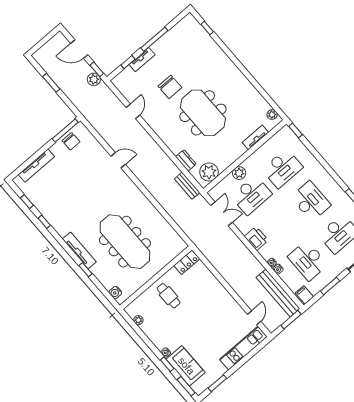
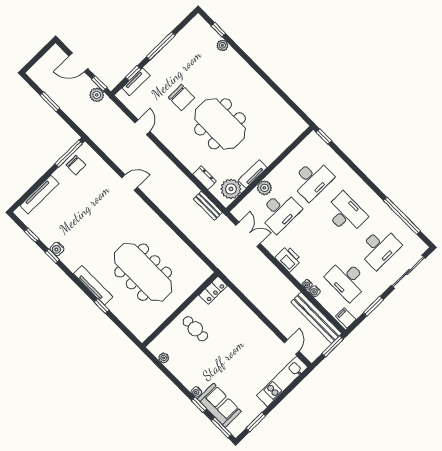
tv unit: (142, 60) -> (136, 82), moved
plant: (272, 115) -> (222, 45), moved
tv unit: (255, 137) -> (253, 174), moved
water cooler: (115, 292) -> (57, 249), moved

